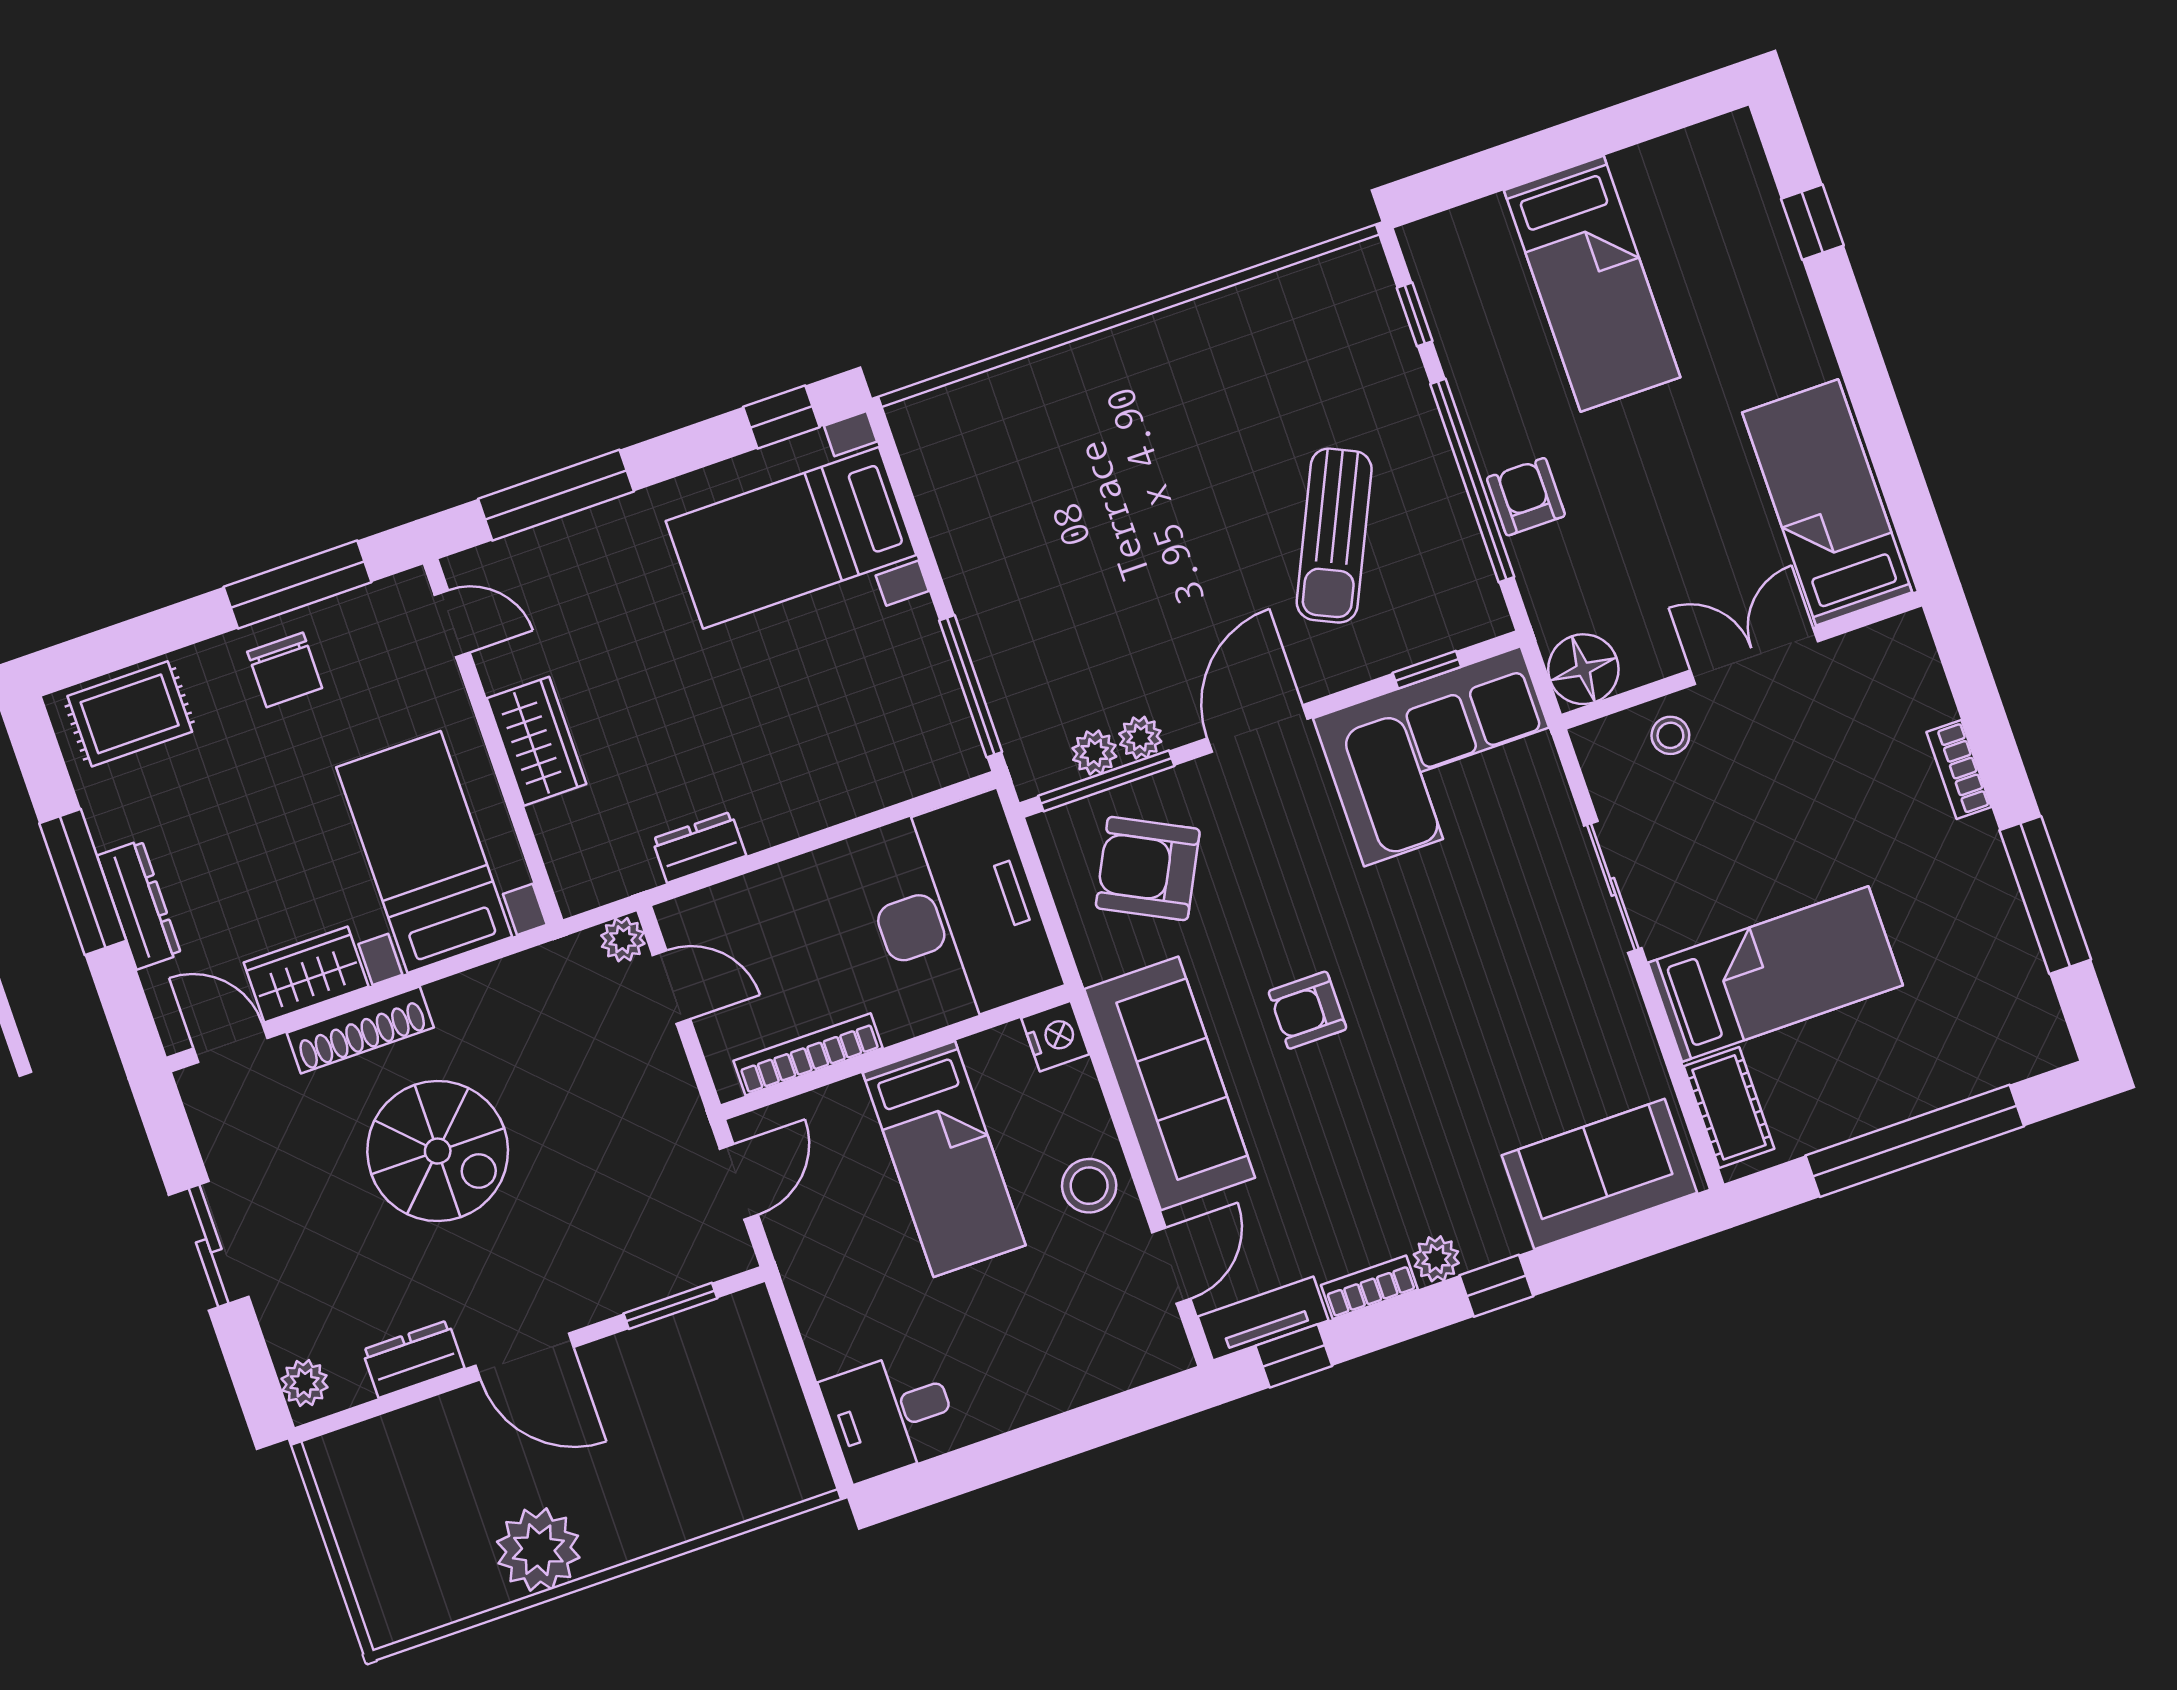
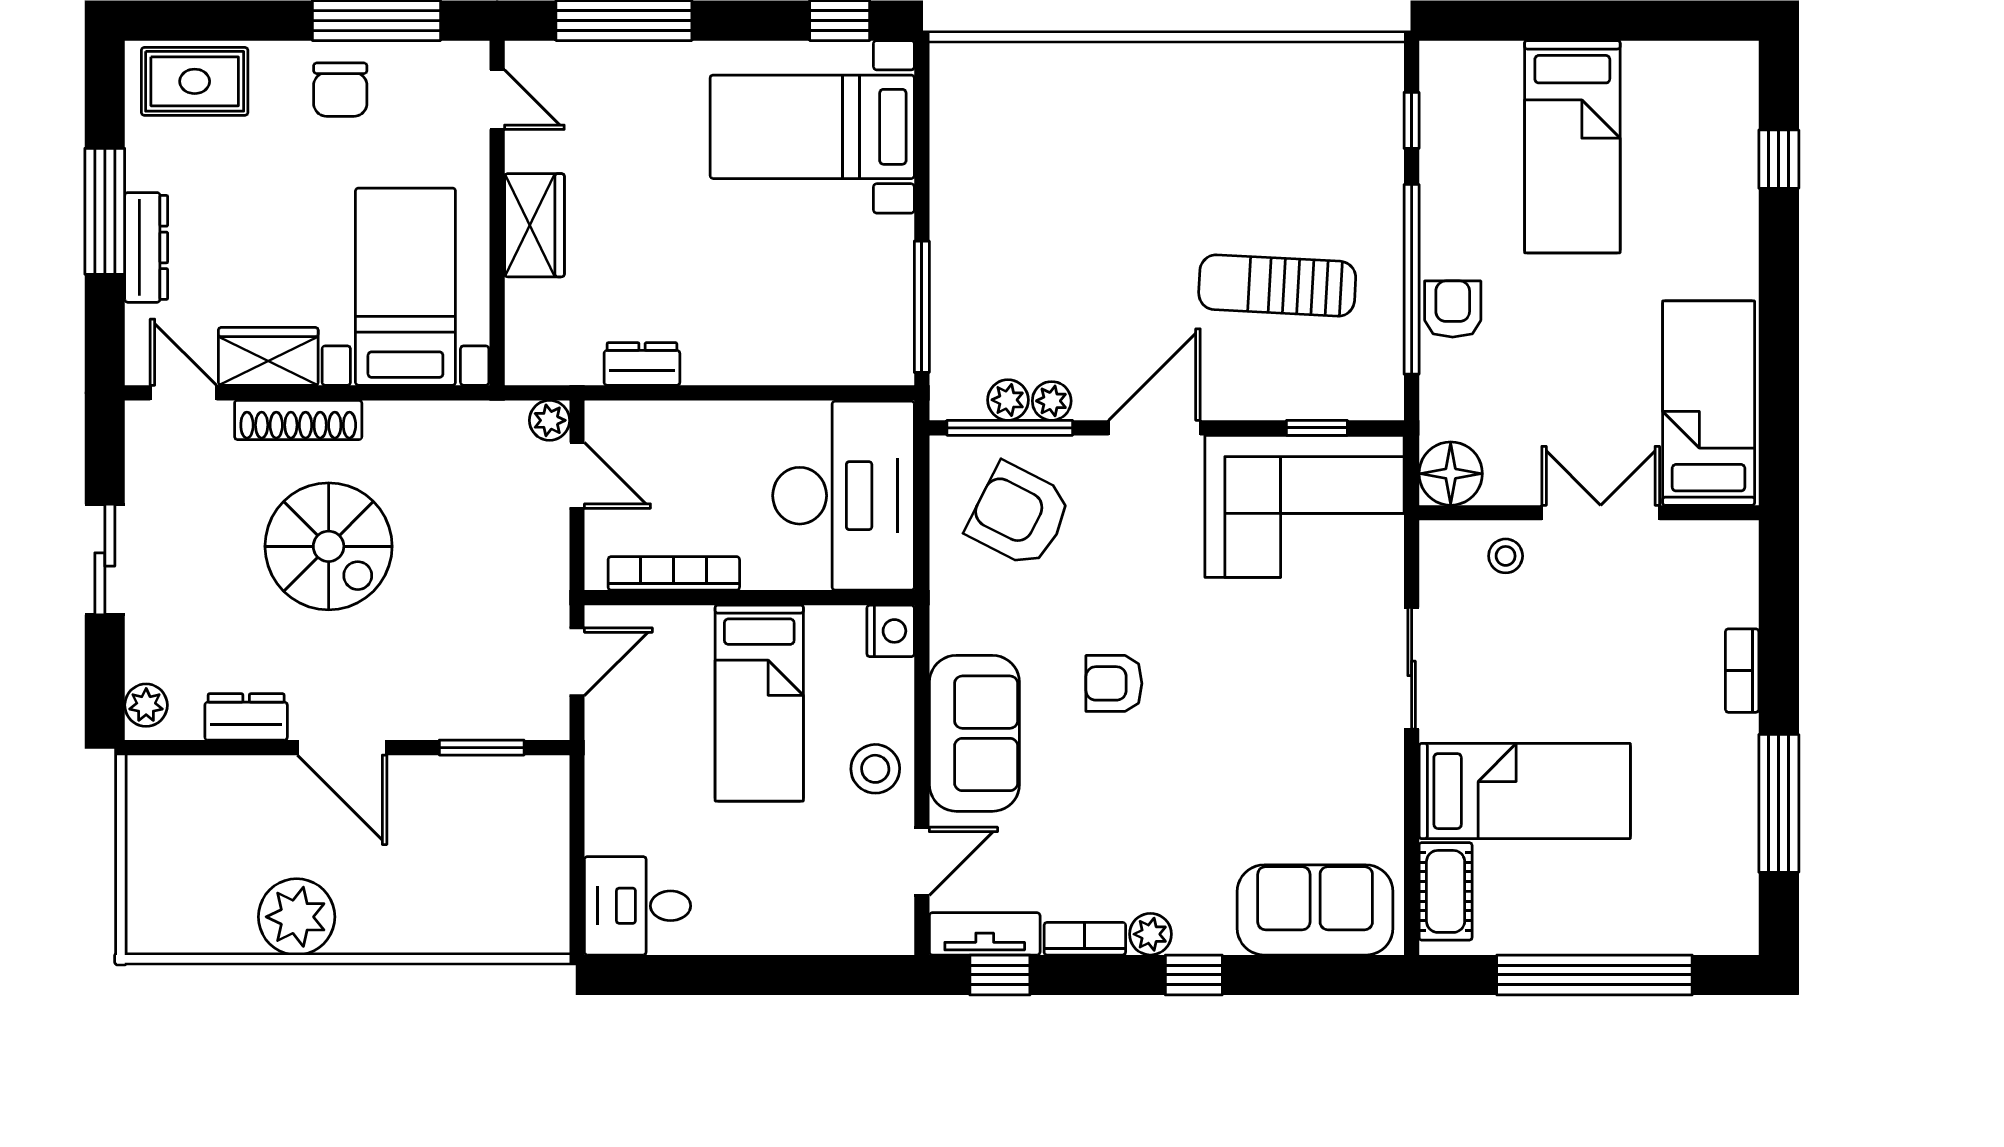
sun lounger: (1334, 536) -> (1277, 285), turned 68
sofa: (1170, 1083) -> (974, 733), width x0.73

